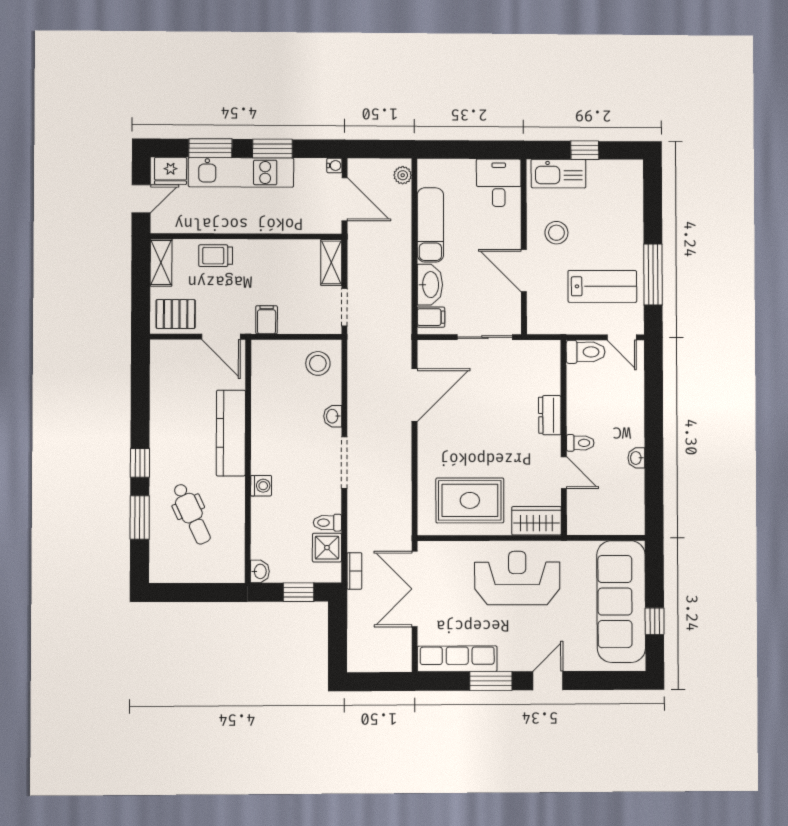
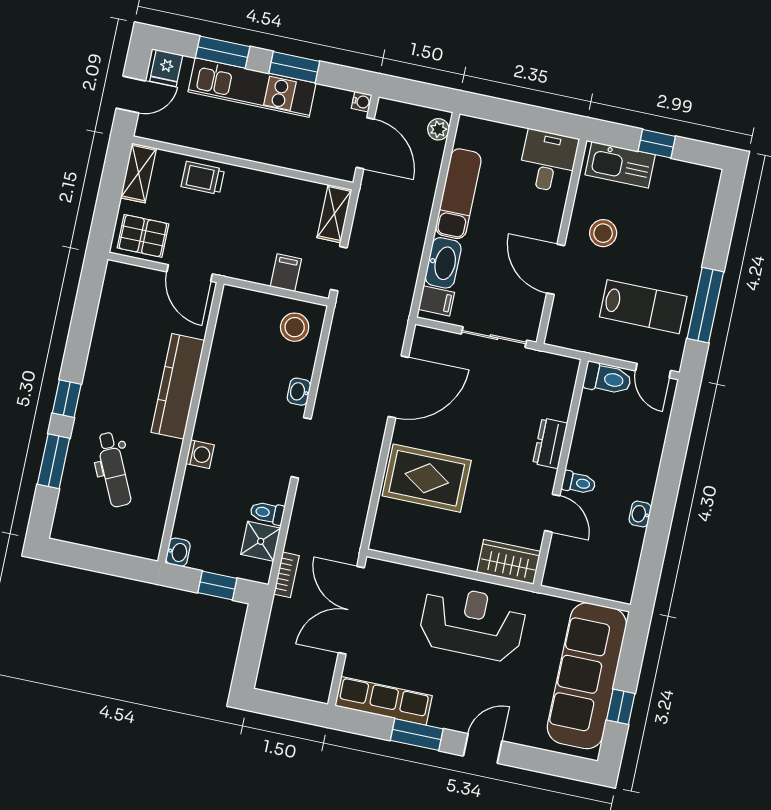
fridge: (171, 171) -> (166, 68), width x0.72
filing cabinet: (267, 320) -> (286, 273), moved
rug: (470, 500) -> (427, 478), moved

